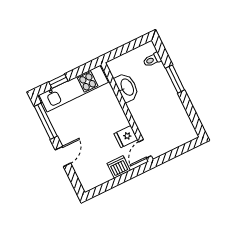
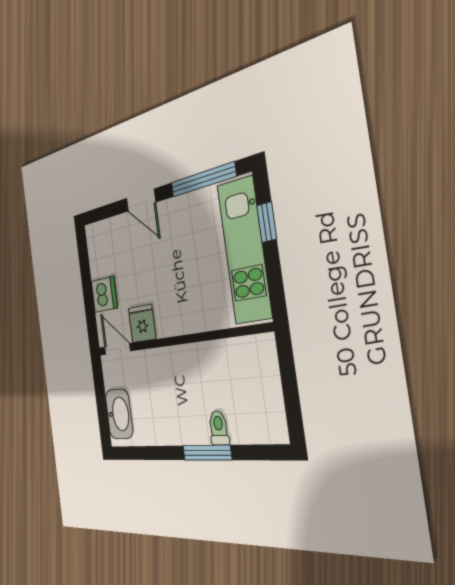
toilet: (152, 60) -> (219, 428), moved
washbasin: (127, 87) -> (119, 414), moved, turned -90

